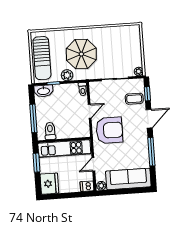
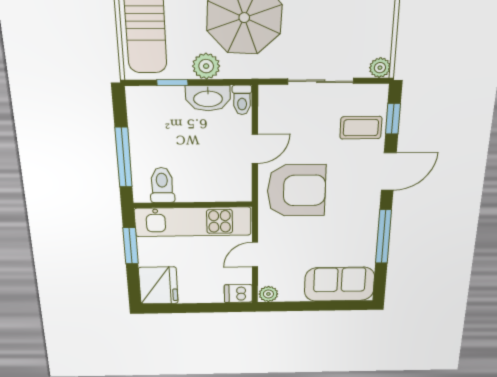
washbasin: (43, 91) -> (208, 98), moved
sofa: (128, 179) -> (339, 284), width x0.73

